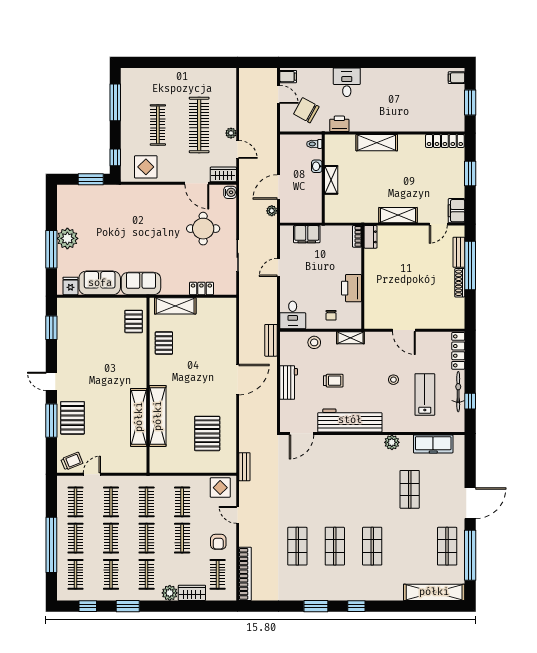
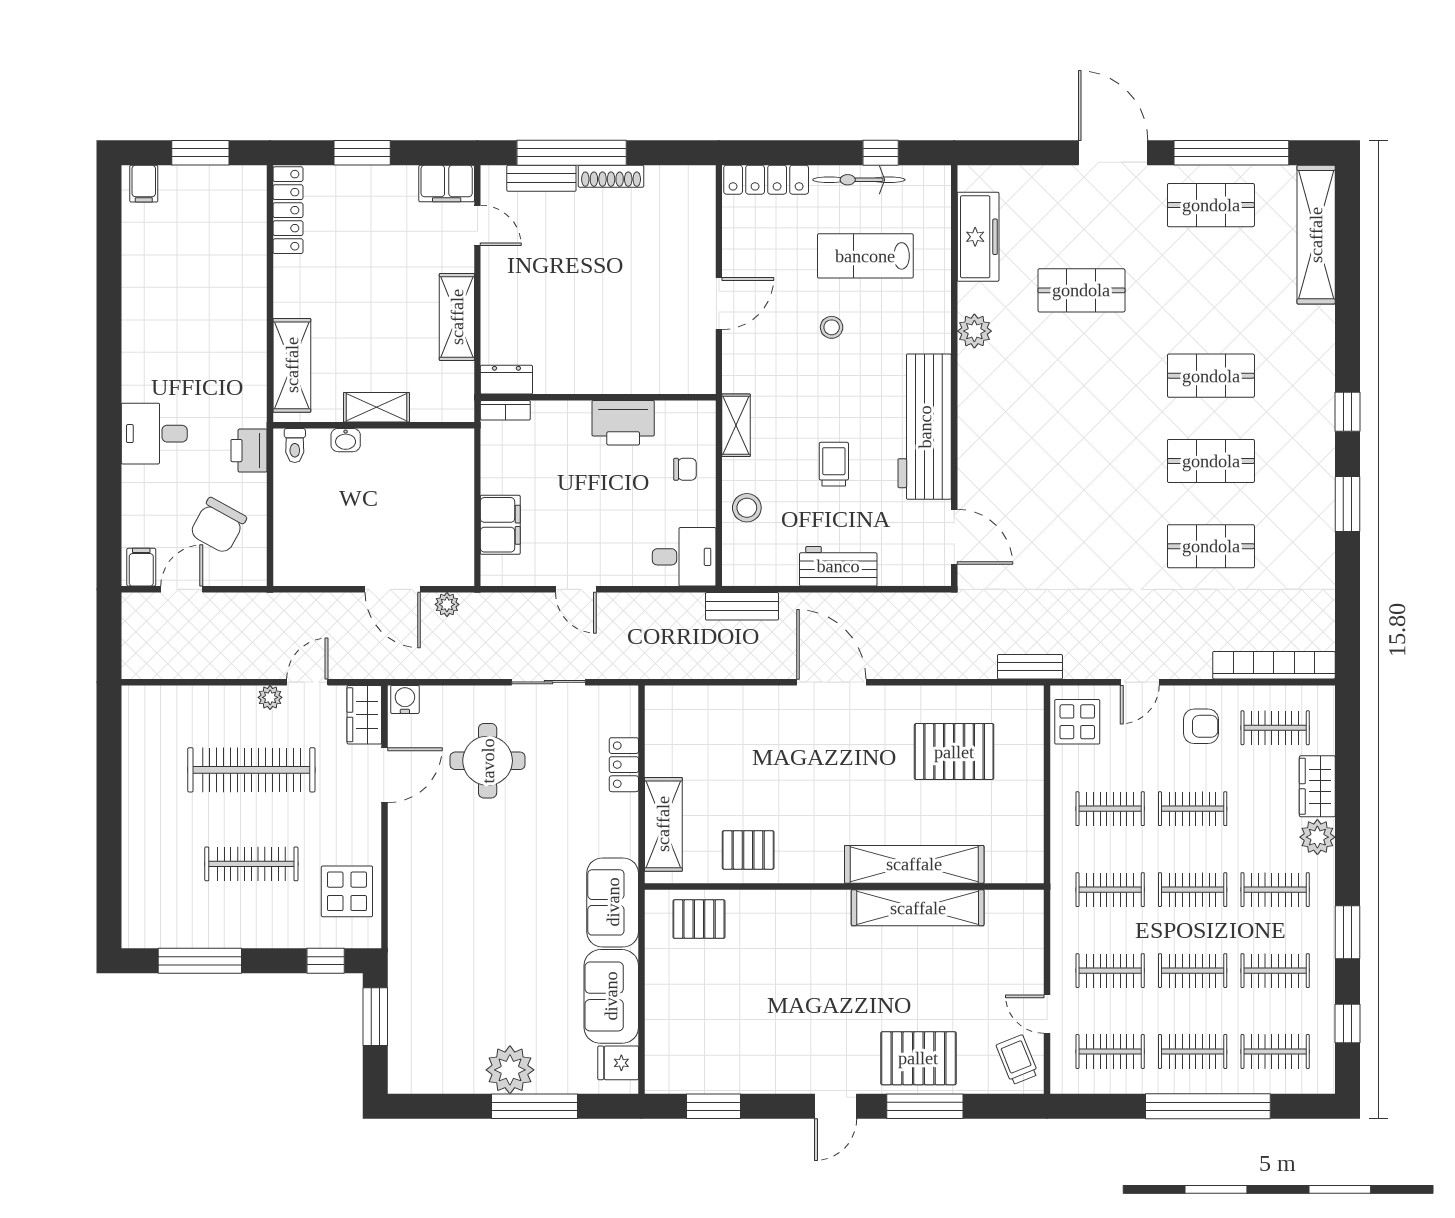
toilet: (314, 144) -> (295, 445), moved
washbasin: (317, 166) -> (346, 440), moved
wall: (323, 179) -> (374, 425), moved
shelving: (331, 180) -> (377, 407), moved

